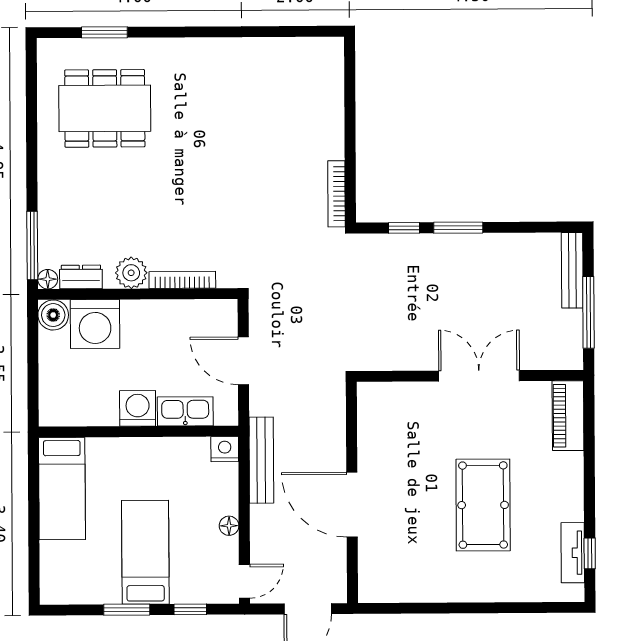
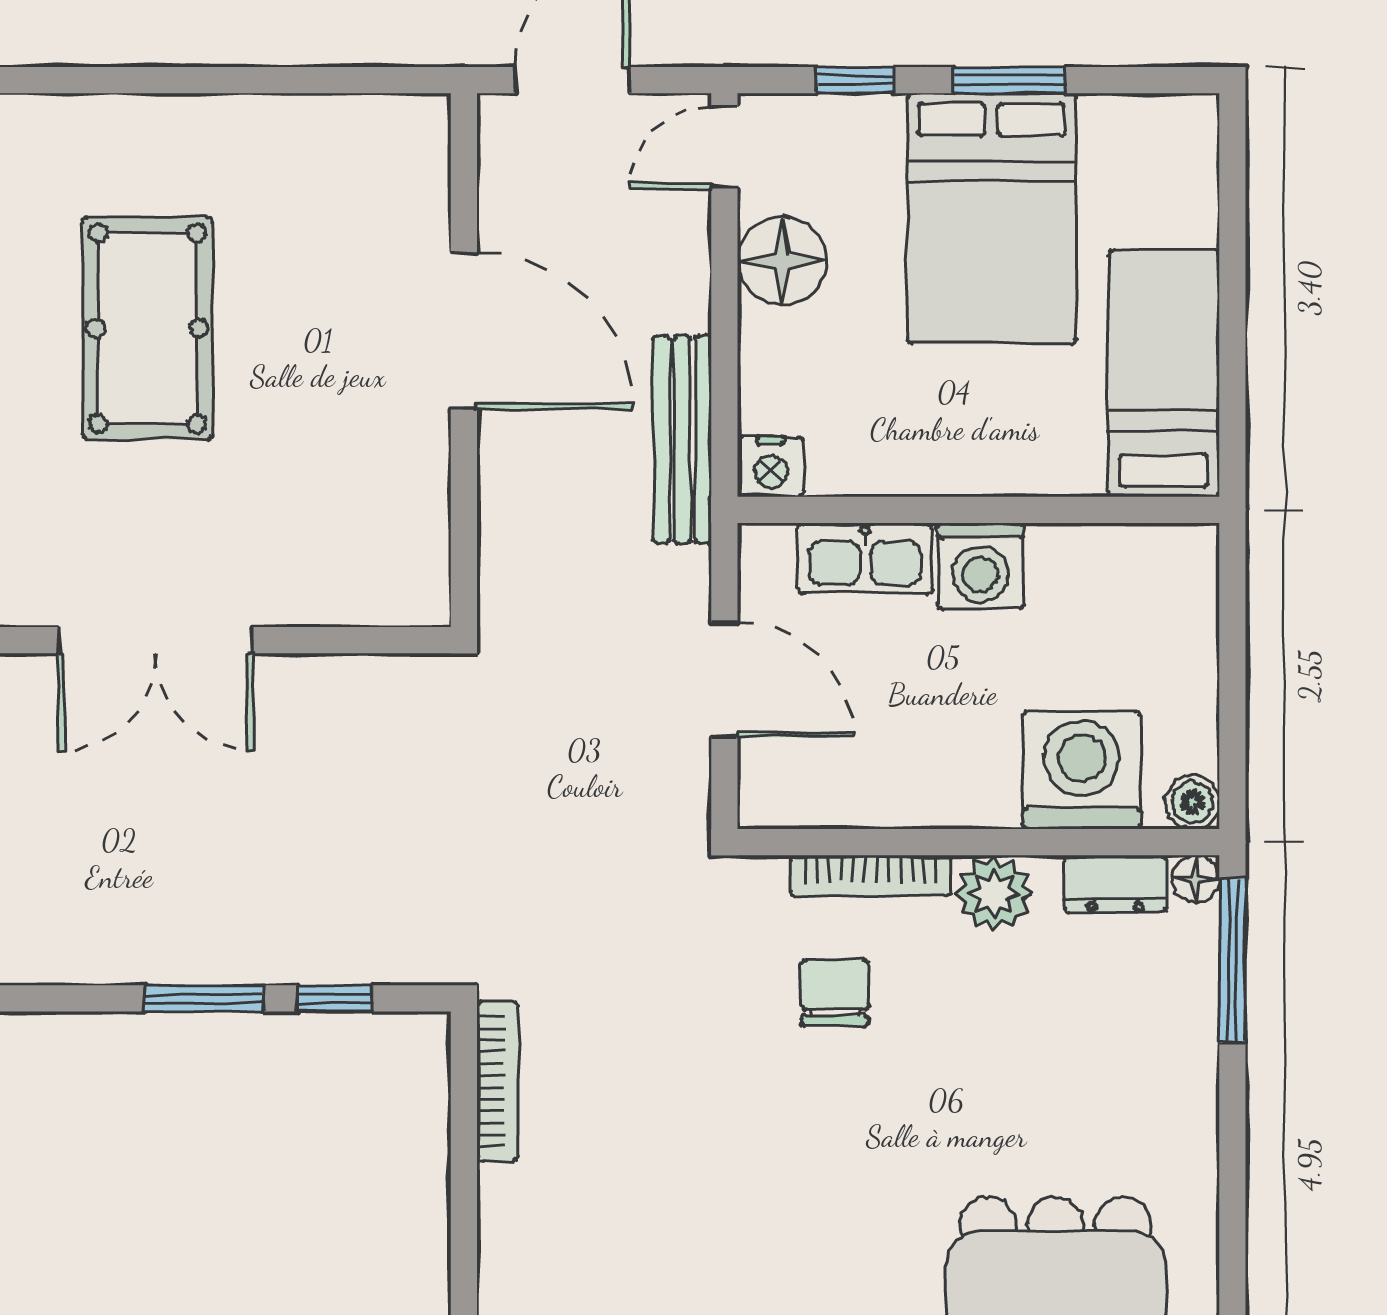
chair: (197, 231) -> (835, 993), added
boiler: (53, 315) -> (1193, 802), width x0.73, depth x0.73
floor lamp: (229, 526) -> (782, 261), width x1.89, depth x1.89
bed: (145, 552) -> (992, 219), width x1.50

